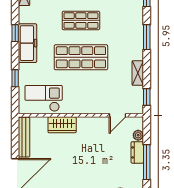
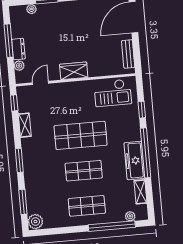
window: (15, 33) -> (146, 153), width x3.17
freezer: (28, 43) -> (134, 161), moved
wardrobe: (62, 125) -> (74, 71), moved
bench: (24, 137) -> (128, 54), width x0.73

